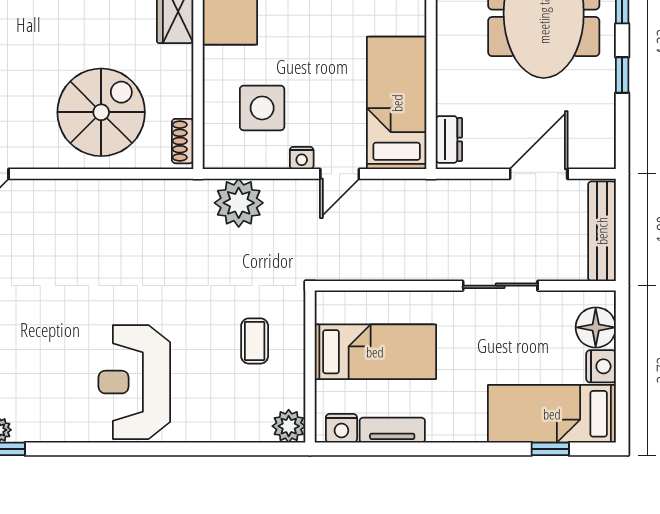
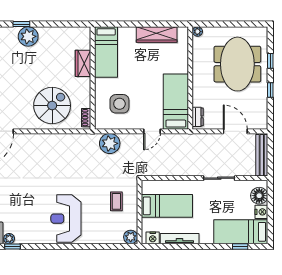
nightstand: (302, 158) -> (136, 125), removed
door: (539, 174) -> (235, 131), hinge flipped
tv unit: (392, 430) -> (180, 239), width x1.41

